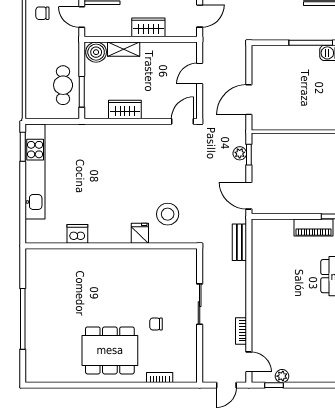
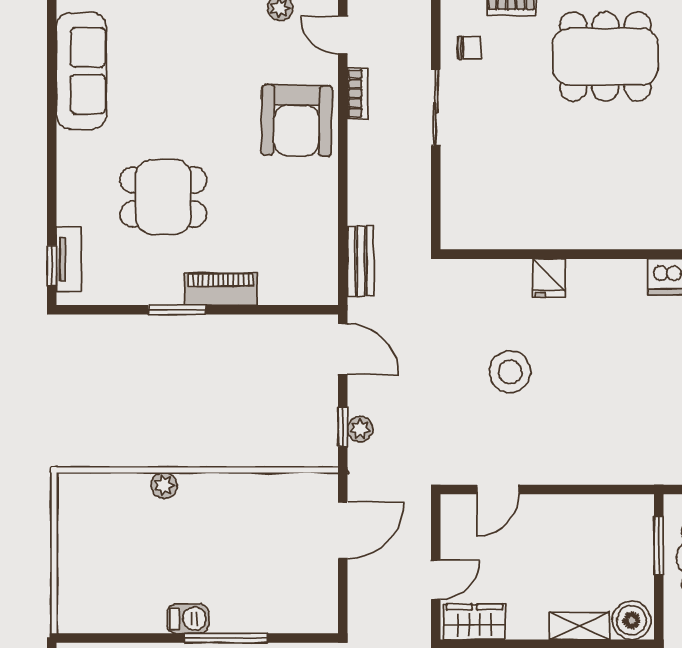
wardrobe: (125, 110) -> (475, 622), moved, turned 180
door: (183, 121) -> (498, 489), moved
stool: (168, 214) -> (510, 372), moved
sliding door: (200, 304) -> (436, 108), moved
armchair: (273, 317) -> (297, 120), added
chair: (156, 324) -> (469, 48), moved

